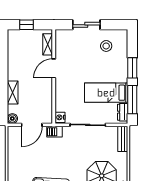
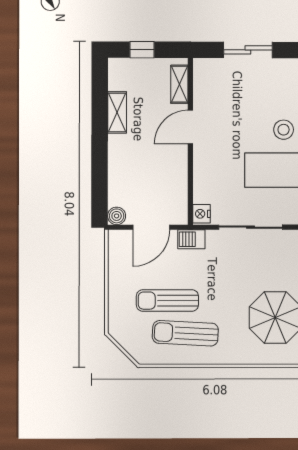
stool: (106, 46) -> (284, 130), moved
shelving: (13, 92) -> (117, 112), moved
sun lounger: (41, 166) -> (167, 301), added

